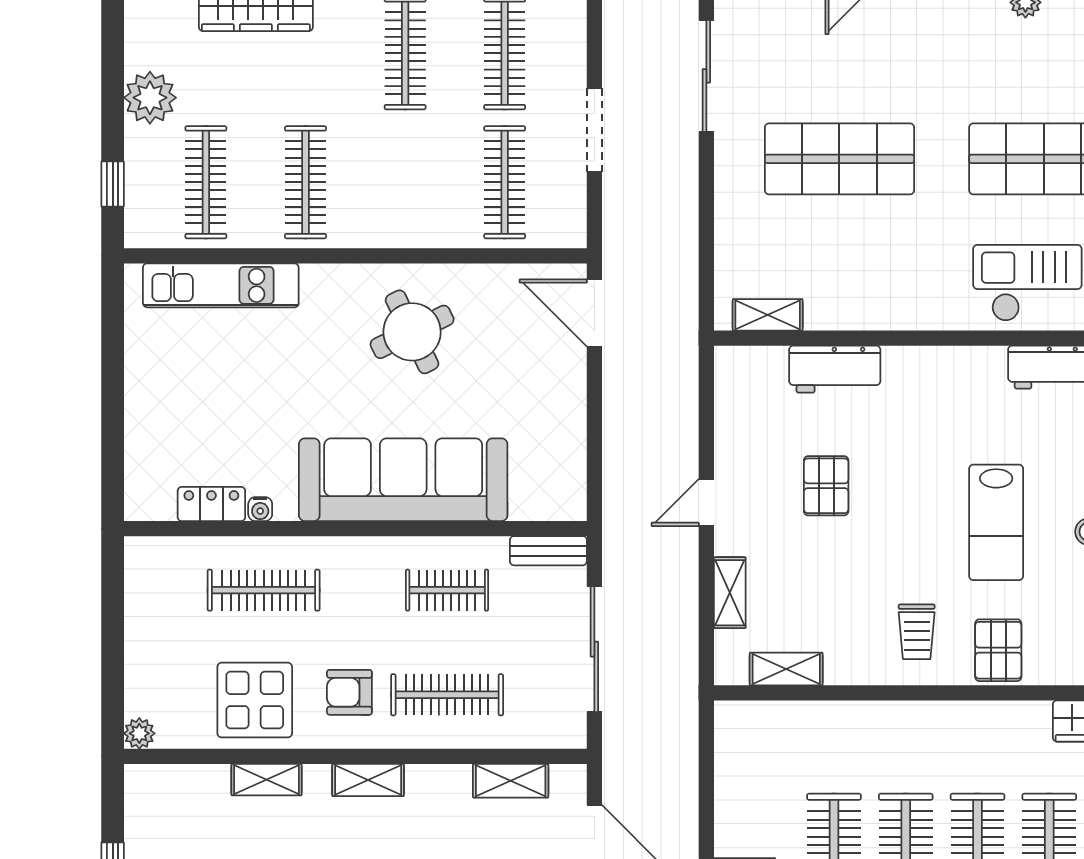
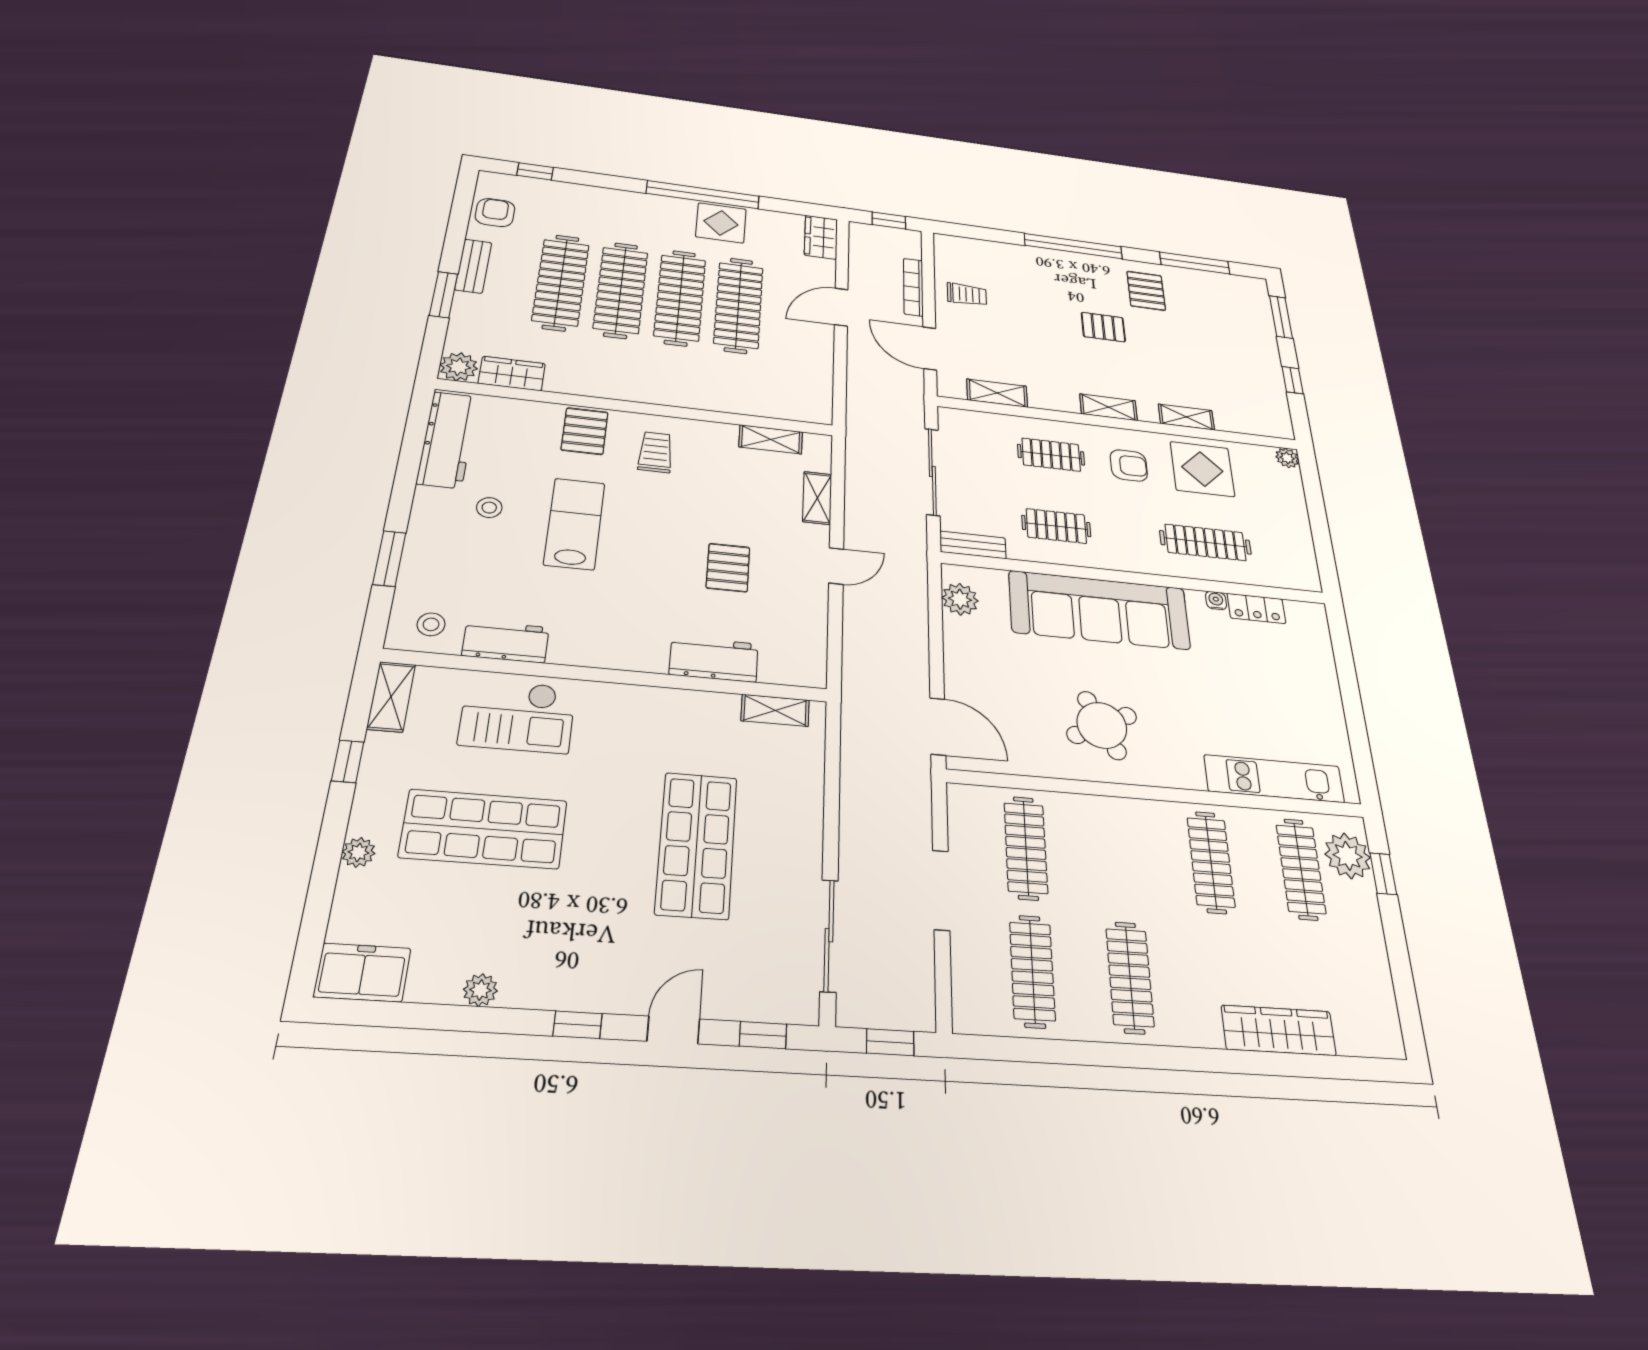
plant: (150, 98) -> (1348, 856), moved
shop shelf: (839, 159) -> (697, 845), turned 90
plant: (566, 475) -> (960, 599), added
clothes rail: (447, 695) -> (1051, 455), width x0.73

